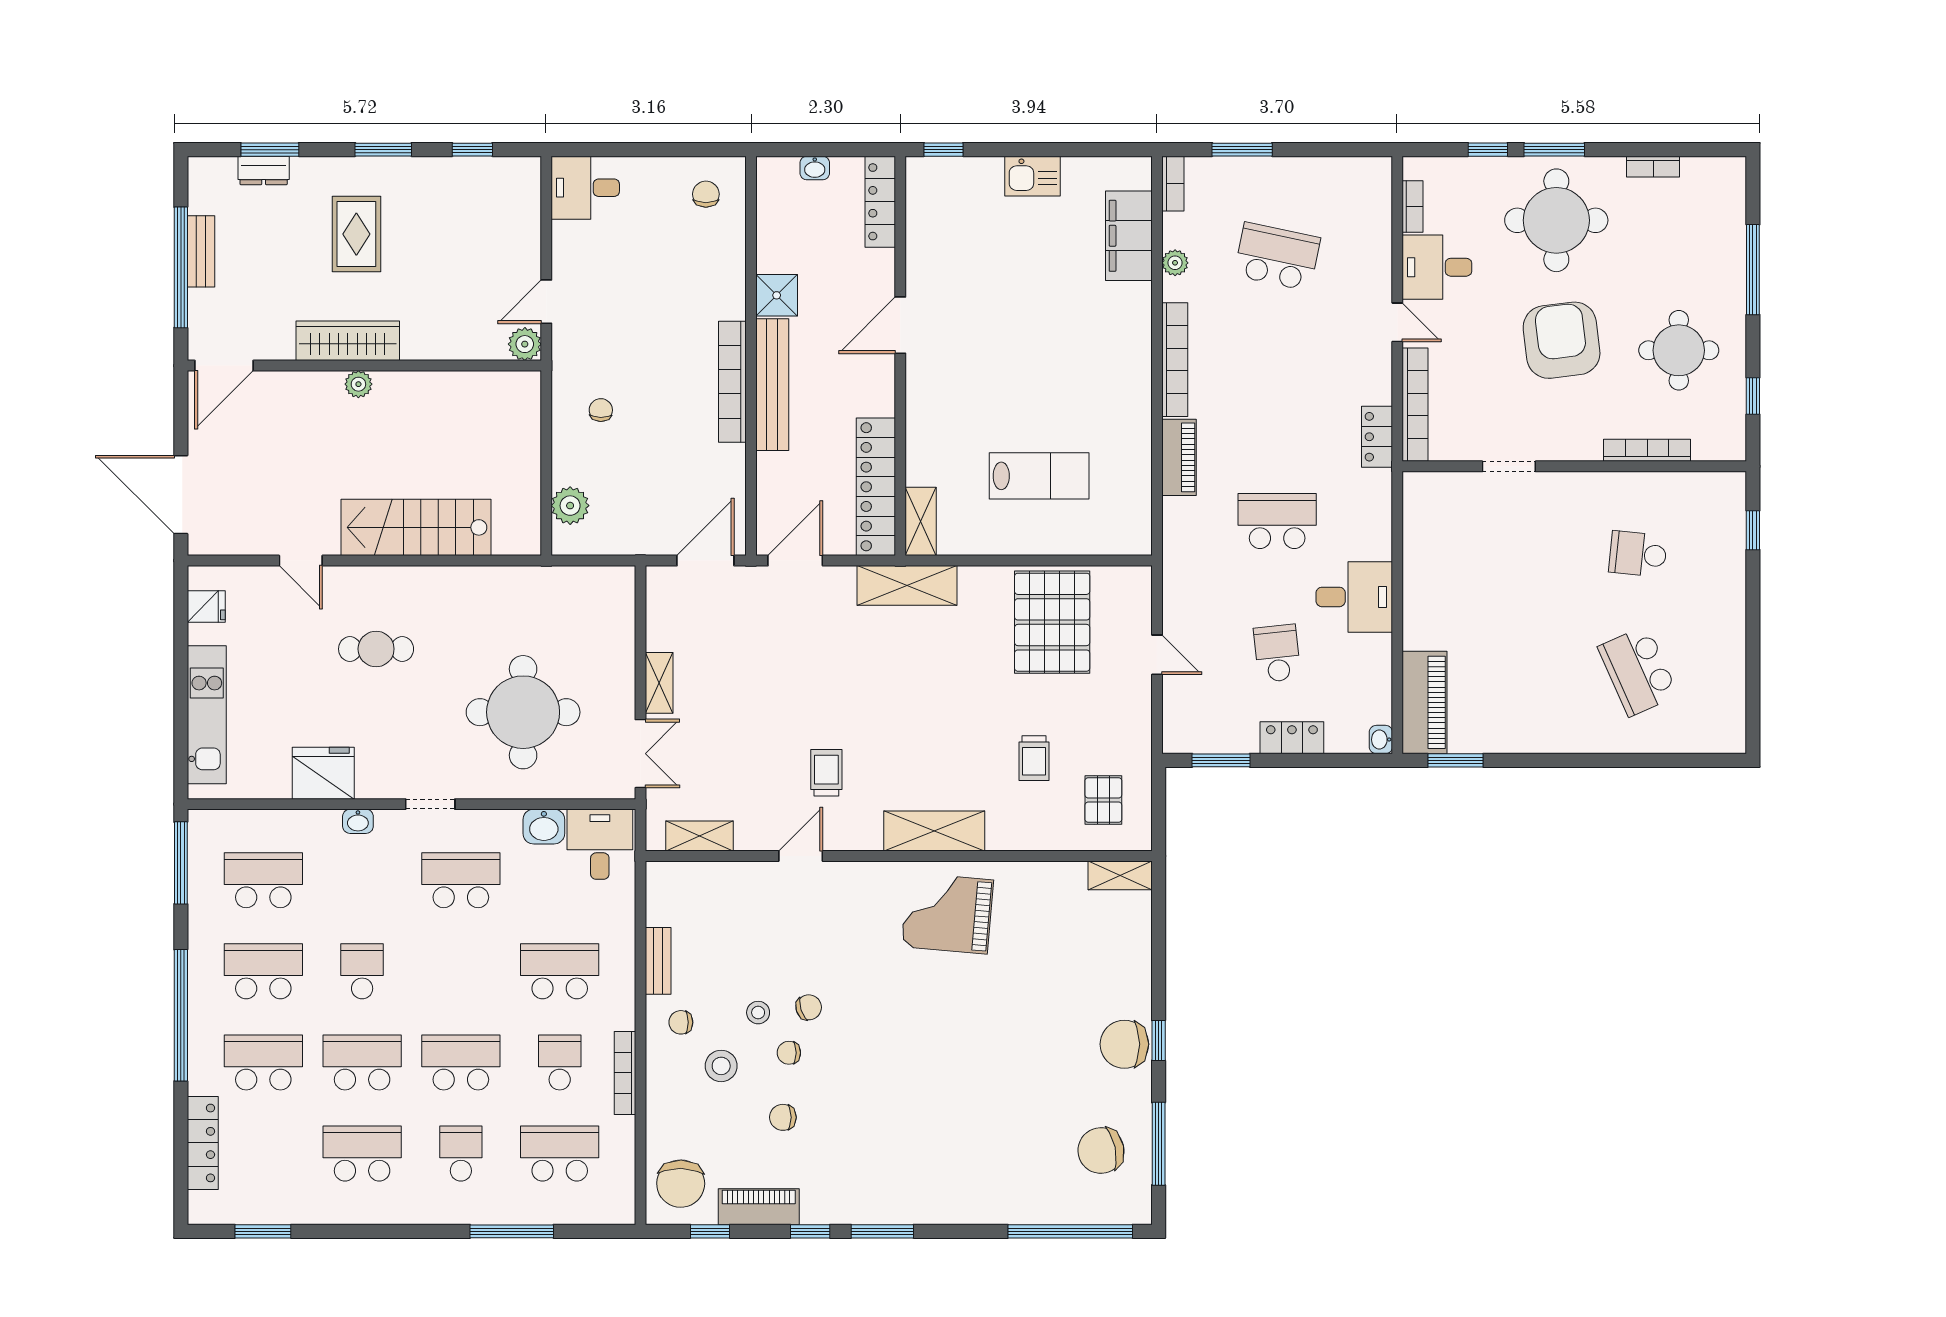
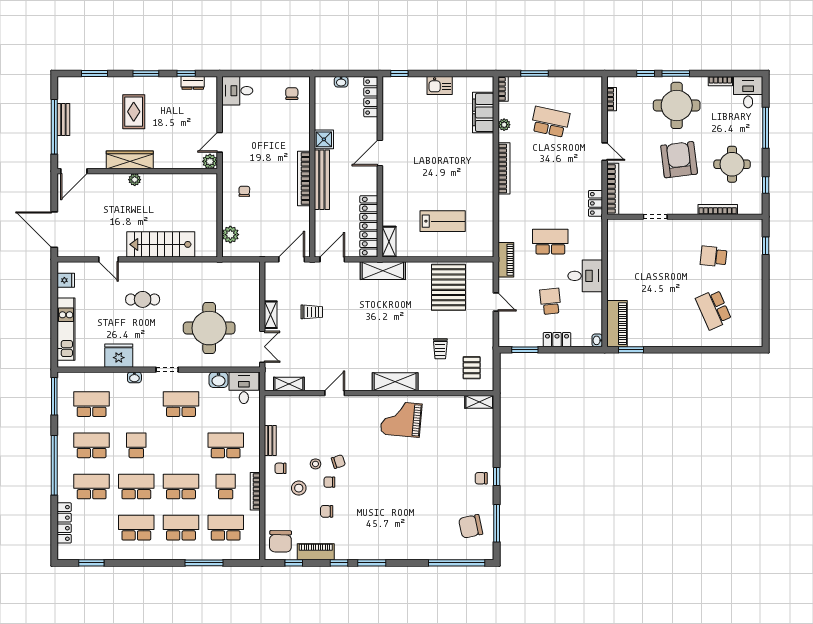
dresser: (264, 170) -> (193, 83), moved
desk: (1437, 267) -> (748, 92), moved, turned 90
piano: (1179, 457) -> (506, 260), moved
trolley: (826, 773) -> (312, 312), moved, turned 90
chair: (1124, 1044) -> (481, 478), width x0.54, depth x0.54
school desk: (461, 1154) -> (181, 528), width x1.85

